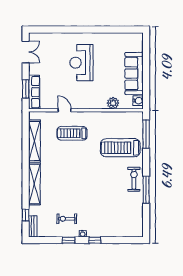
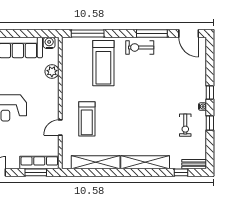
door: (146, 222) -> (189, 33), added

